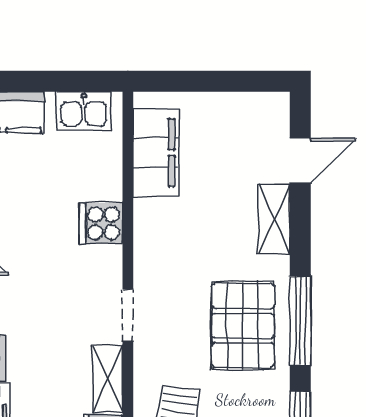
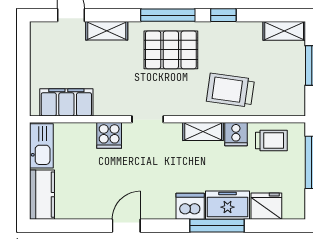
kitchen sink: (84, 111) -> (41, 146), width x1.38
doorway: (128, 315) -> (148, 119), moved

